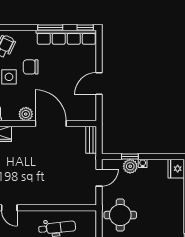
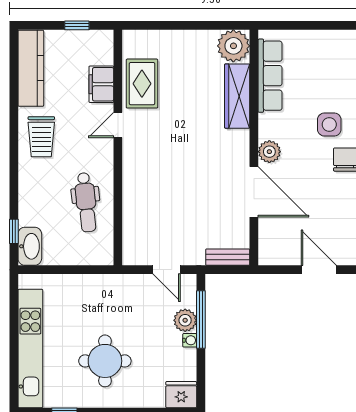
door: (51, 124) -> (254, 192), hinge flipped
window: (130, 157) -> (201, 320), width x2.17
round table: (120, 215) -> (105, 361), moved

